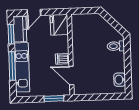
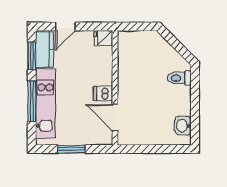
fridge: (59, 25) -> (103, 38), width x0.53, depth x0.75
window: (54, 98) -> (72, 149), moved

